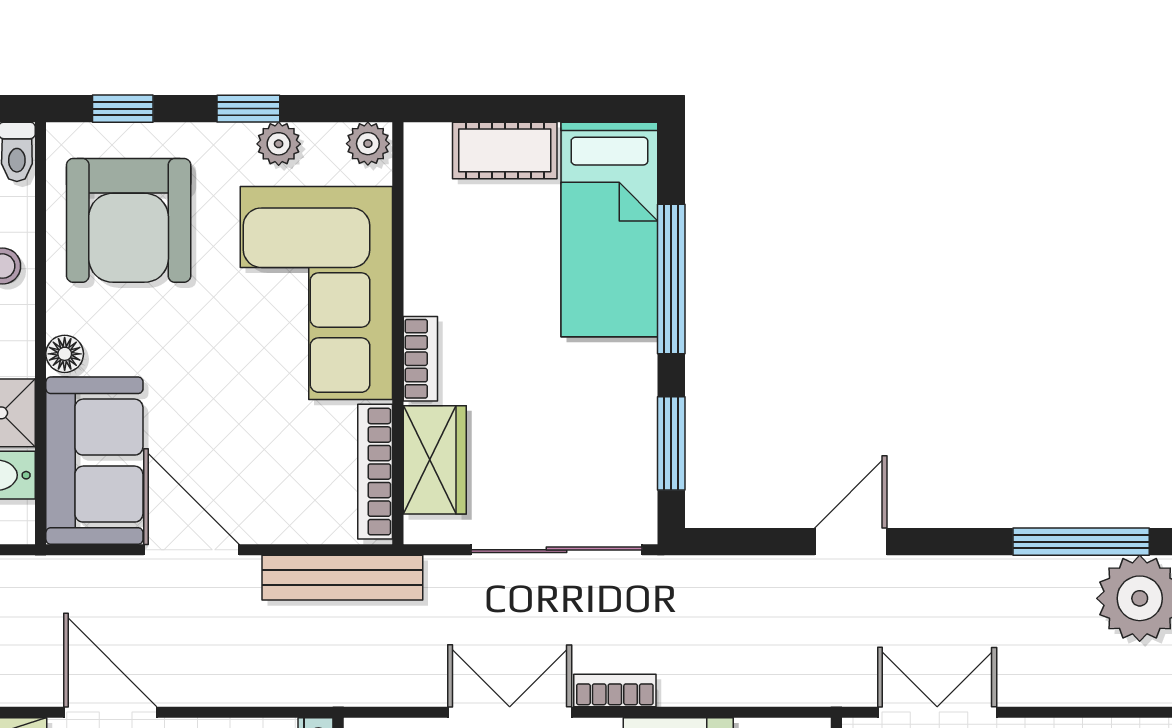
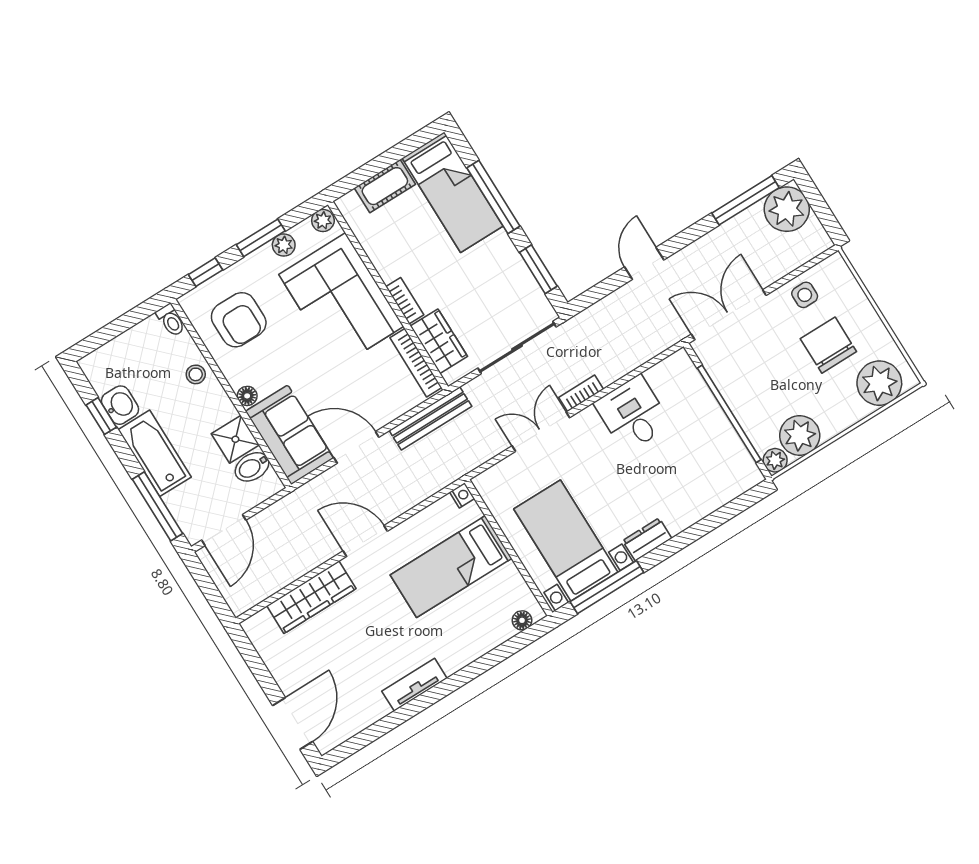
window: (248, 109) -> (261, 238), width x1.50
armchair: (129, 220) -> (239, 320), width x0.73, depth x0.73
double door: (937, 712) -> (729, 315), width x1.37

